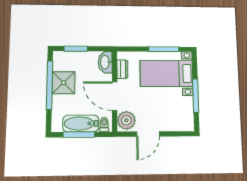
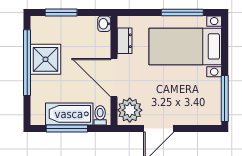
washbasin: (105, 62) -> (104, 24), width x0.52, depth x0.69
window: (196, 96) -> (225, 98), moved

